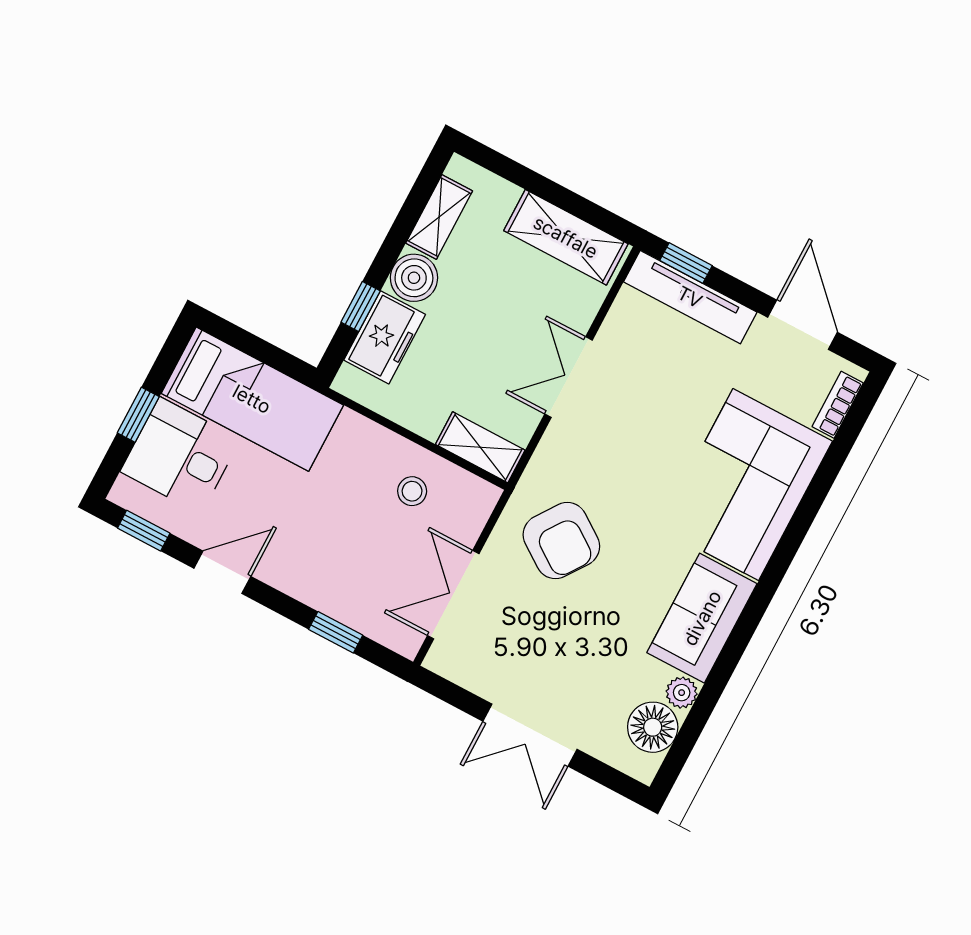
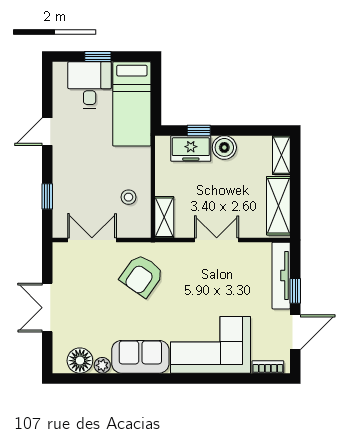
shelving: (439, 217) -> (281, 155), moved, turned 90
window: (686, 263) -> (295, 291), moved
window: (144, 531) -> (47, 87), removed
door: (222, 572) -> (47, 132), swing flipped

